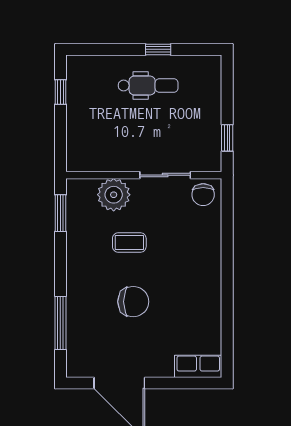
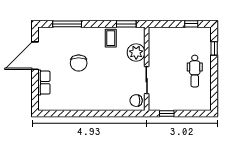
window: (158, 49) -> (214, 48), moved
coffee table: (129, 242) -> (111, 38), moved
row of seats: (198, 366) -> (44, 83), moved

